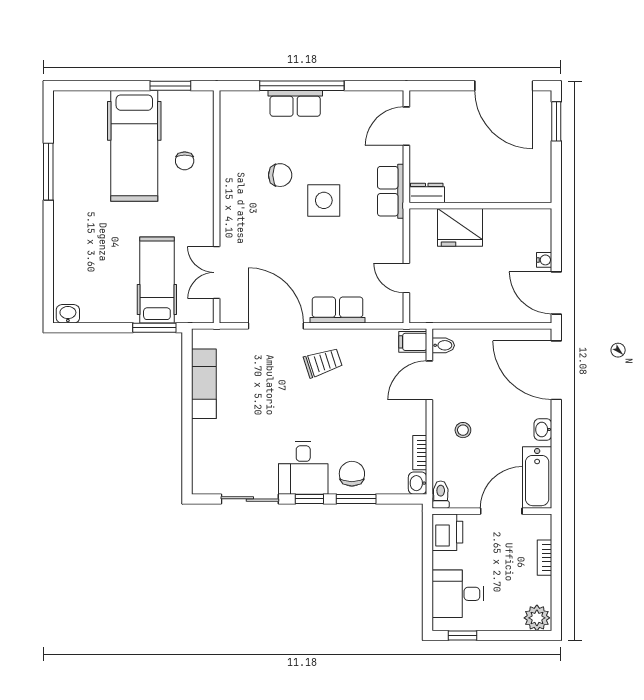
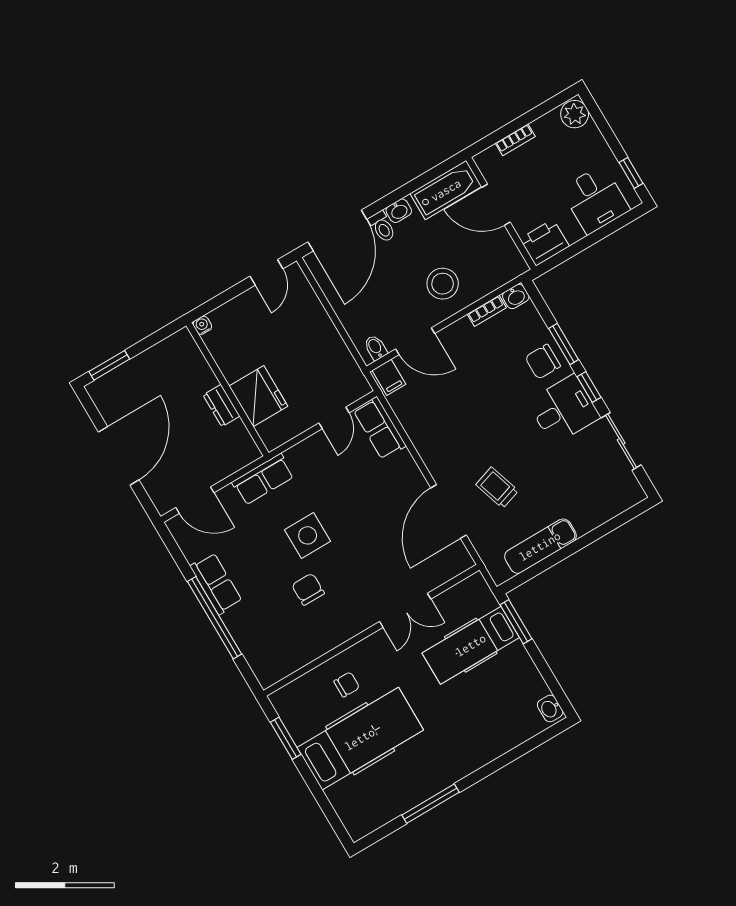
door: (504, 86) -> (119, 456), moved
row of seats: (295, 103) -> (216, 584), moved
dresser: (427, 193) -> (221, 405), moved
water cooler: (544, 260) -> (202, 325), moved
double door: (217, 273) -> (405, 610), moved
door: (556, 293) -> (266, 272), width x0.73
row of seats: (337, 310) -> (380, 428), moved
trolley: (323, 362) -> (497, 488), moved
stool: (463, 430) -> (443, 284), width x1.89, depth x1.89
toilet: (441, 495) -> (382, 227), moved, turned -90

